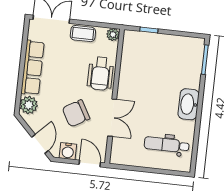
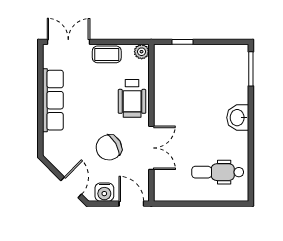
washbasin: (189, 104) -> (238, 118), width x0.72
plant: (29, 105) -> (53, 144), removed

